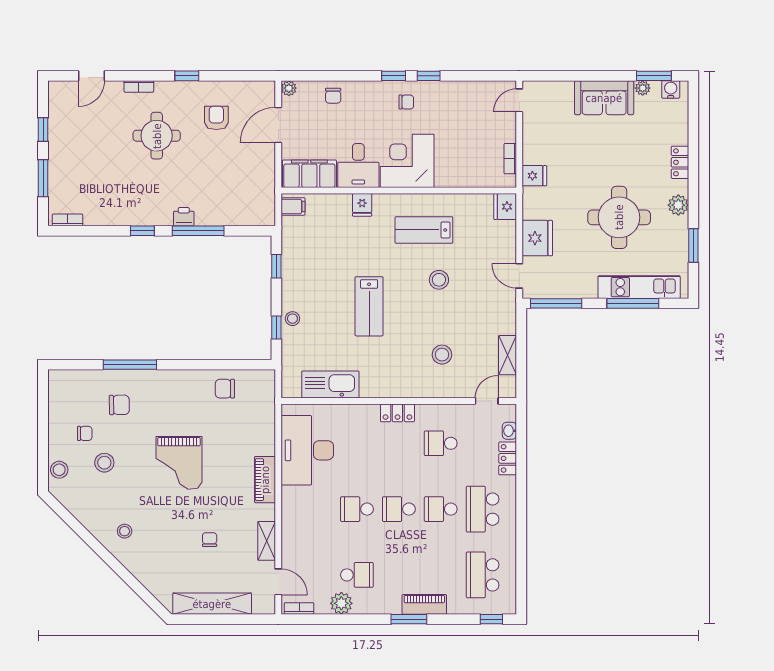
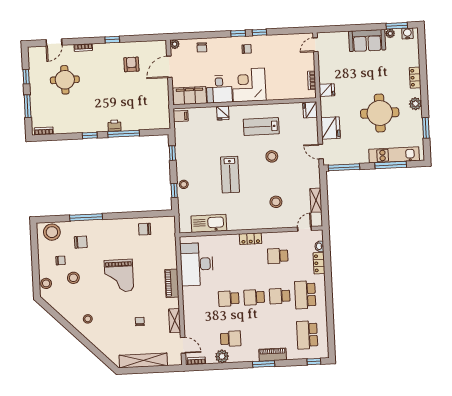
round table: (157, 136) -> (65, 80), moved
stool: (73, 386) -> (52, 232), added

